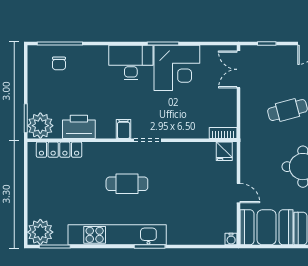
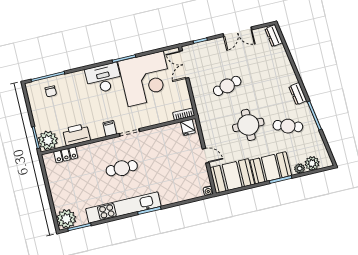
corner desk: (177, 68) -> (146, 79), width x1.36, depth x1.36
locker: (59, 150) -> (66, 155), width x0.66

